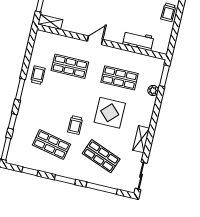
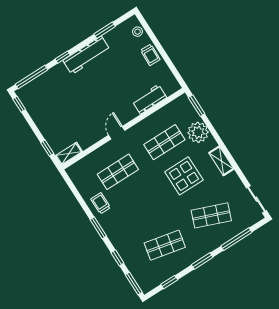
plant: (153, 91) -> (198, 132), width x1.88, depth x1.88
trolley: (75, 125) -> (167, 212), removed
shelving: (141, 139) -> (221, 161), moved

